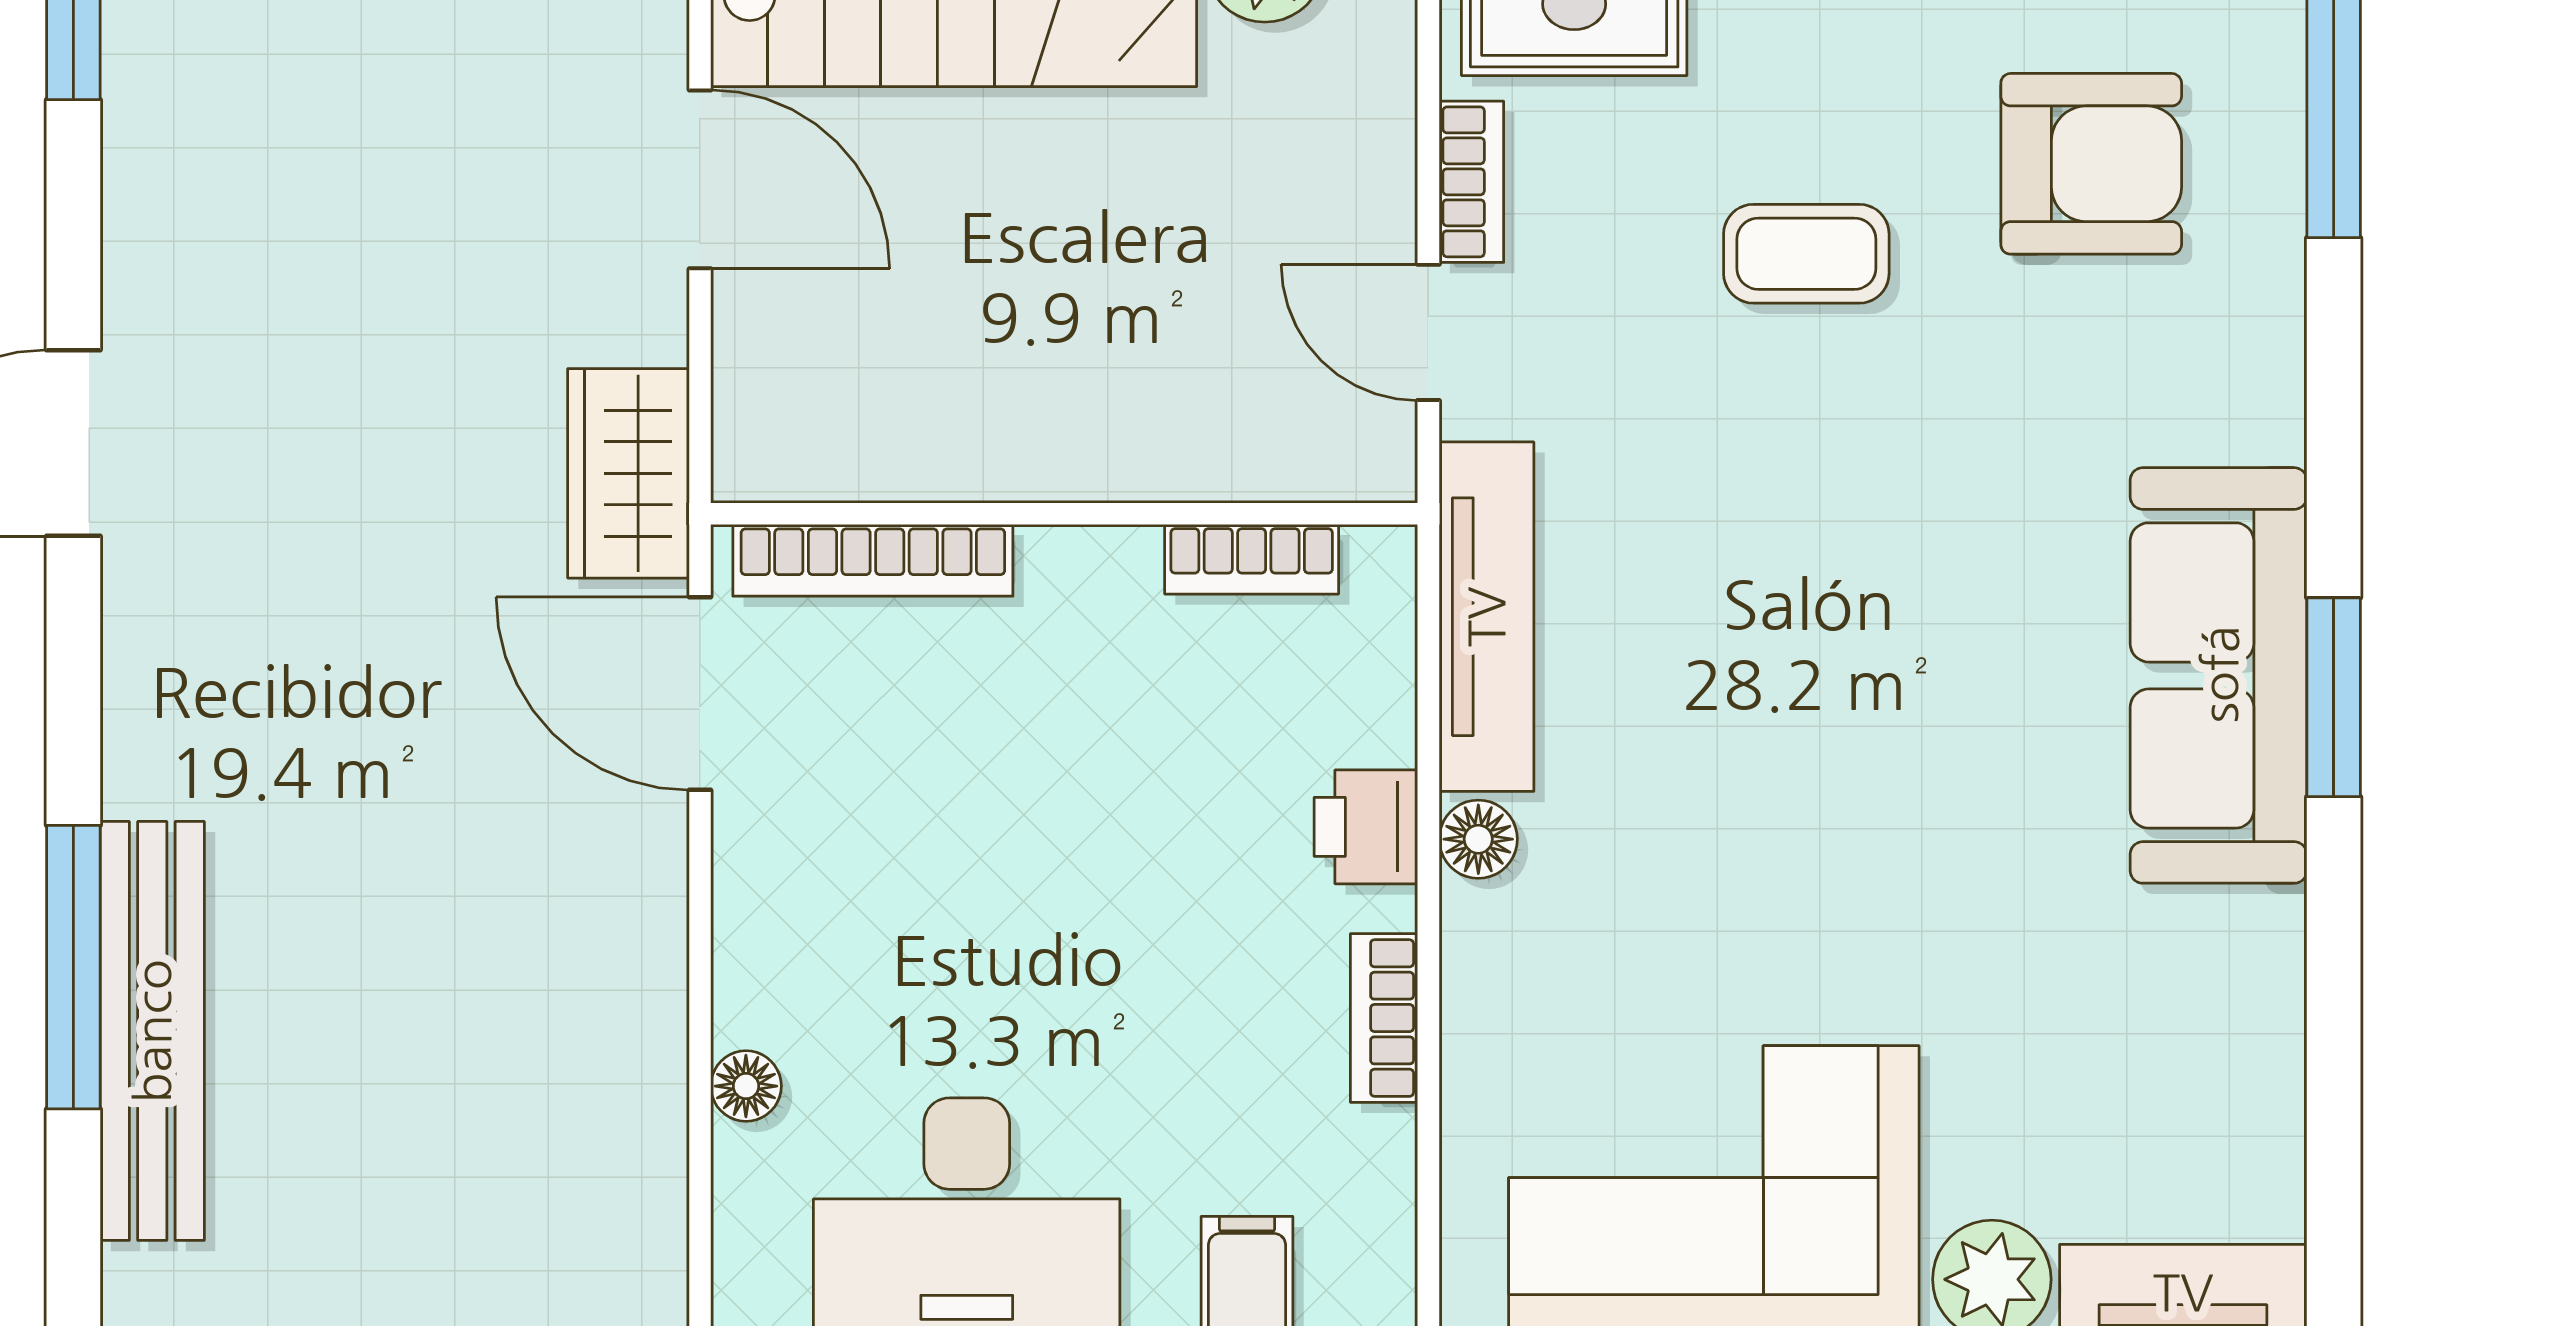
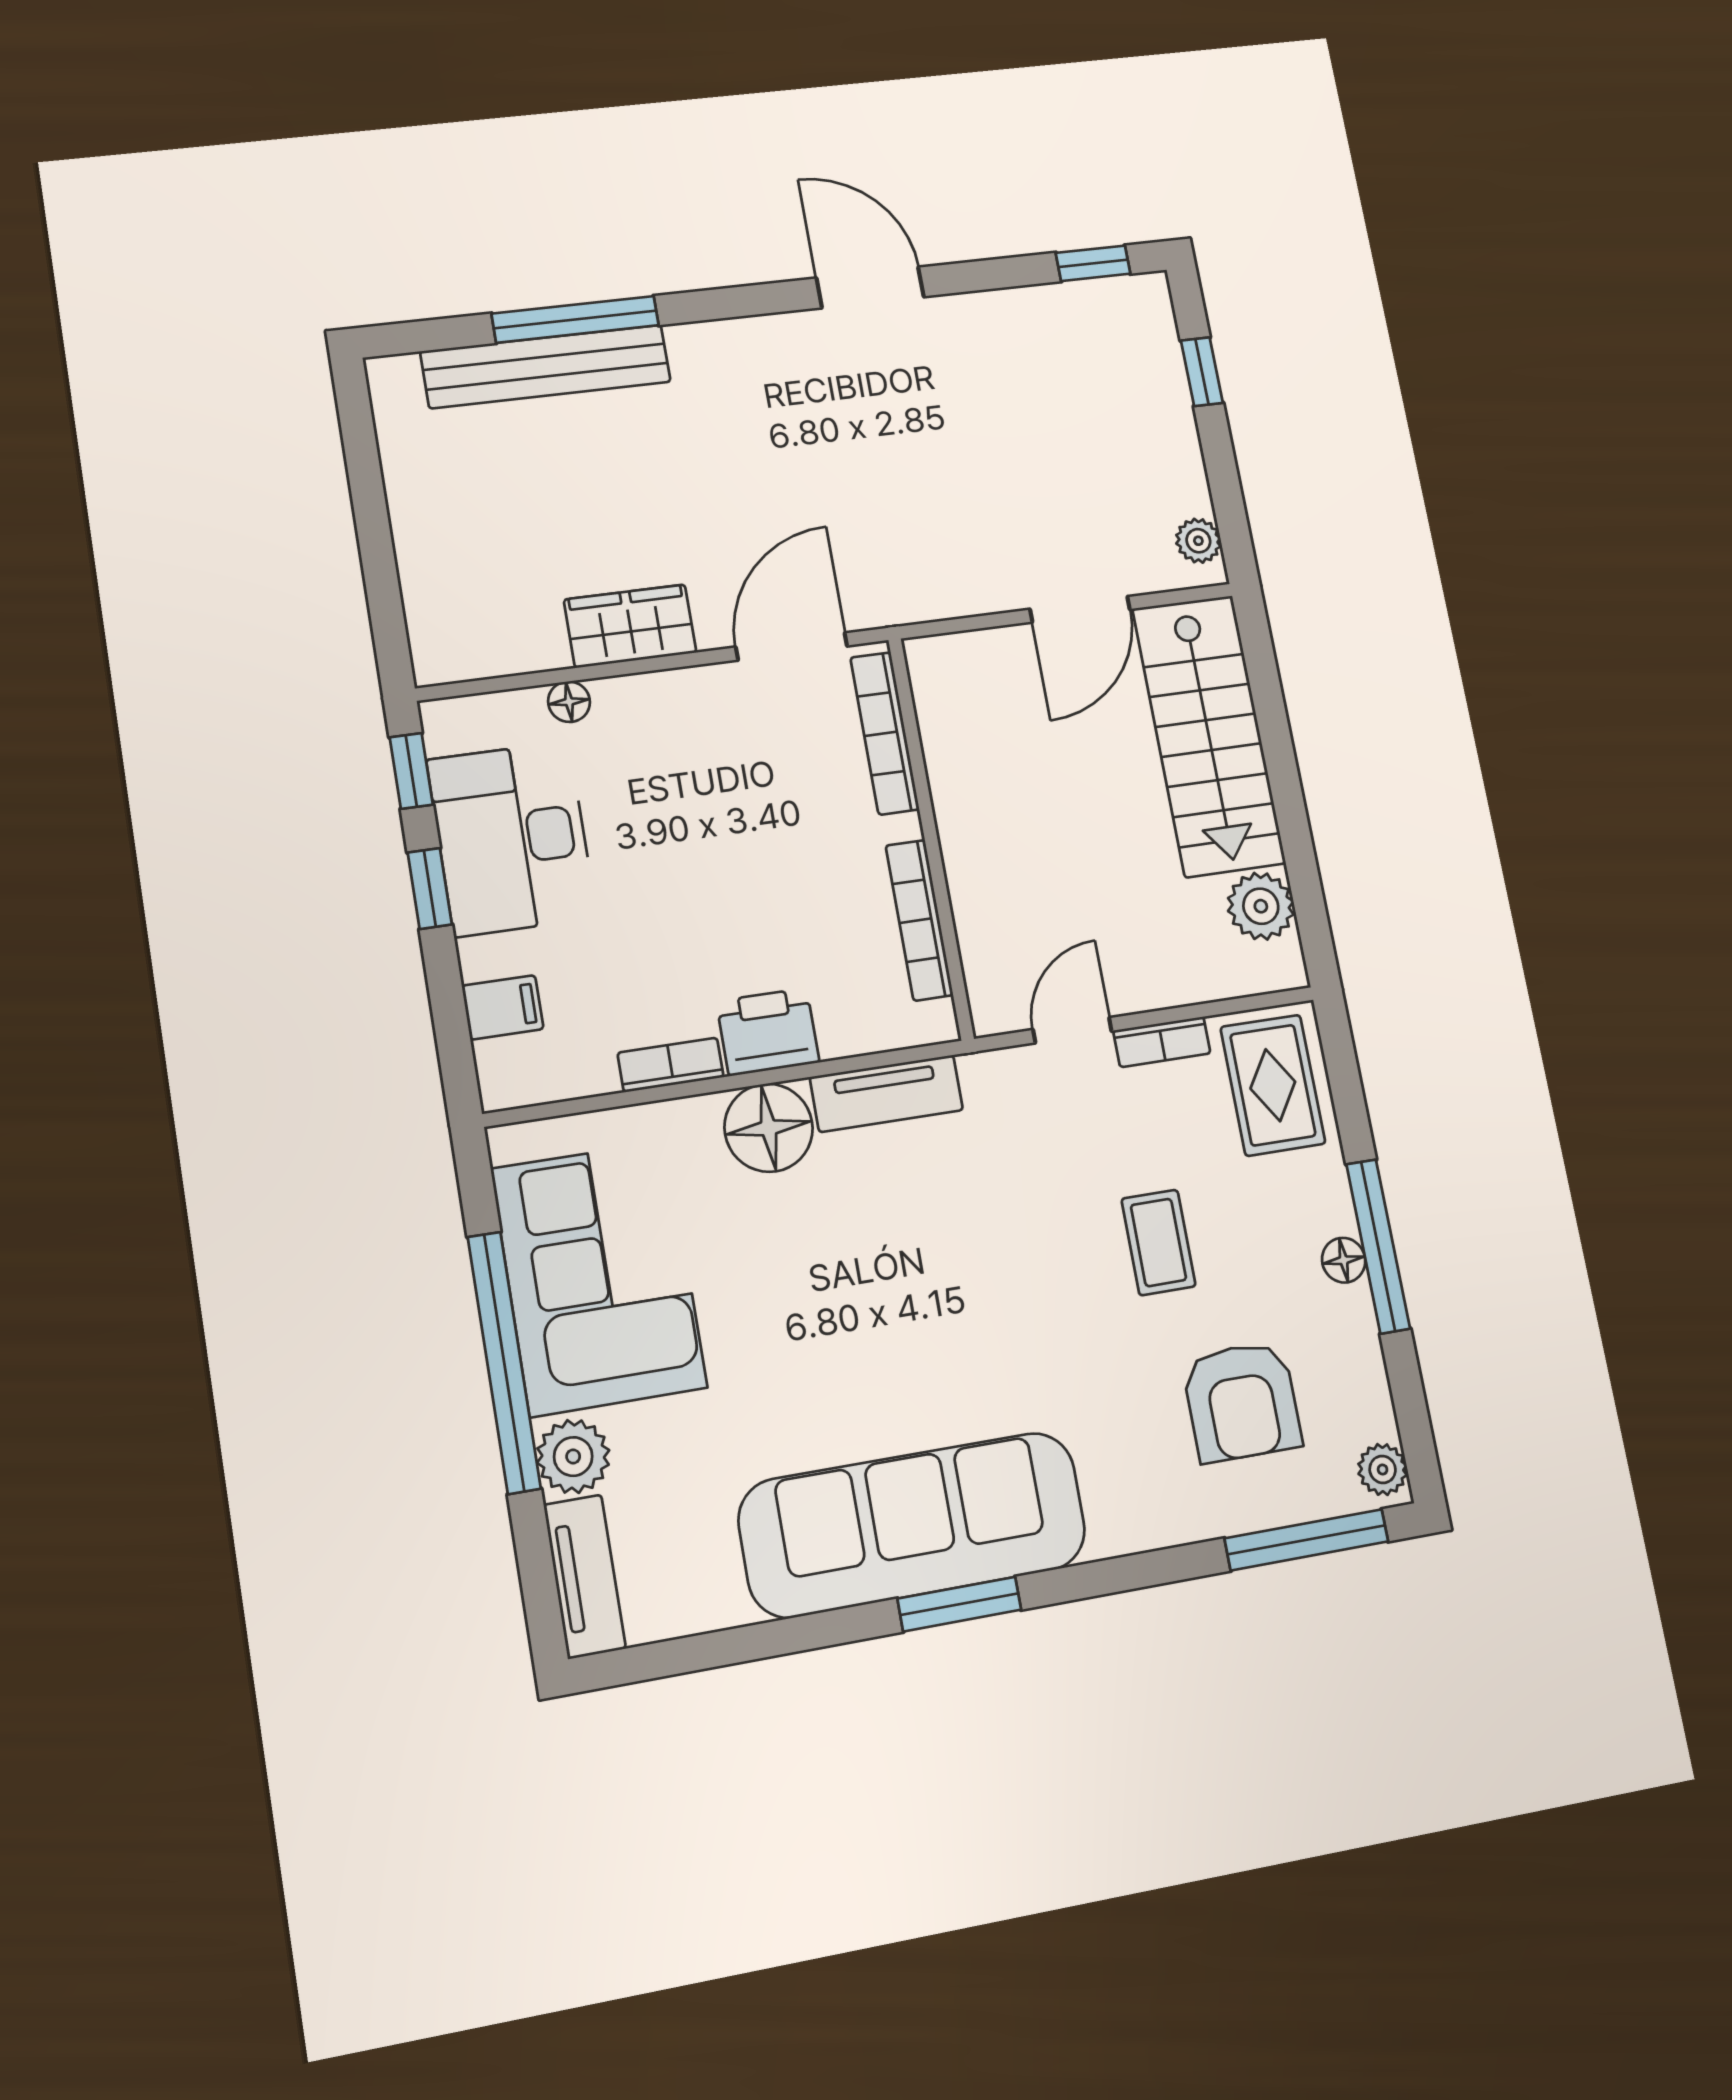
wardrobe: (629, 473) -> (630, 626), moved
bookcase: (1252, 559) -> (919, 920), width x1.56
tv unit: (1486, 617) -> (886, 1094), width x0.71
sofa: (2219, 675) -> (913, 1525), width x1.36, depth x1.27
printer: (1366, 827) -> (768, 1032), width x1.36, depth x1.24
floor lamp: (1478, 839) -> (769, 1128), width x1.89, depth x1.89

